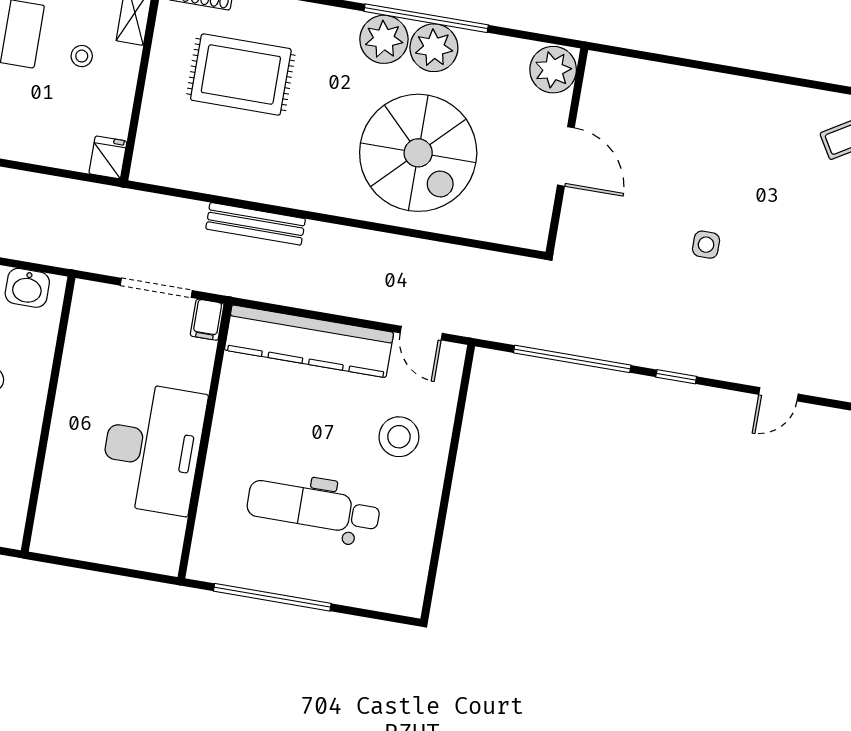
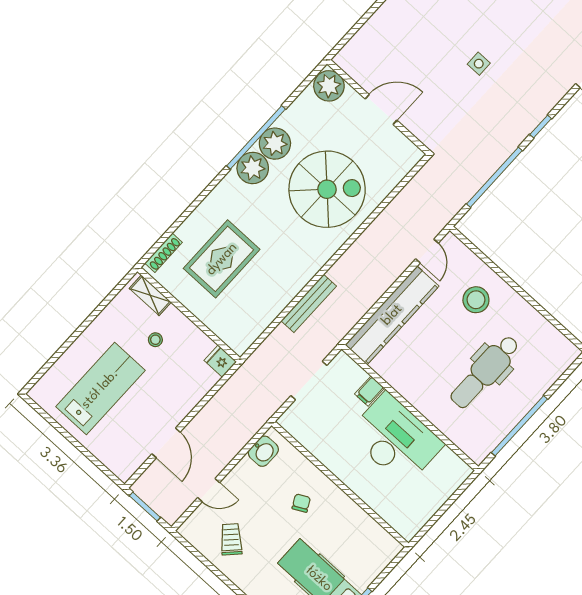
filing cabinet: (207, 320) -> (370, 391), moved, turned 90
door: (421, 333) -> (427, 251), hinge flipped

